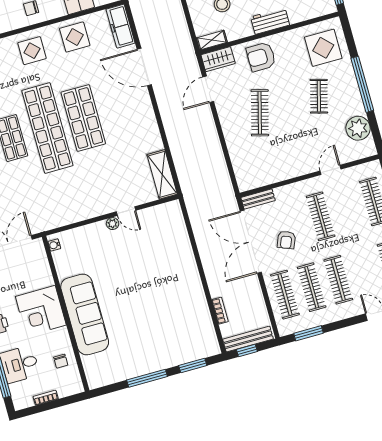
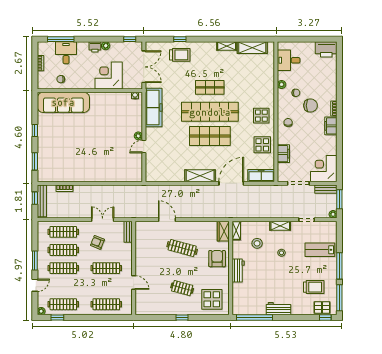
window: (362, 84) -> (182, 318), width x0.32
door: (208, 89) -> (167, 220), moved
plant: (358, 128) -> (155, 307), removed
shelving: (162, 174) -> (200, 176), moved
freezer: (64, 213) -> (154, 108), added
double door: (251, 242) -> (103, 220), width x0.54
corner desk: (41, 311) -> (109, 75), moved
sofa: (85, 314) -> (63, 102), moved
window: (309, 333) -> (35, 261), moved
window: (147, 378) -> (35, 130), width x0.46

